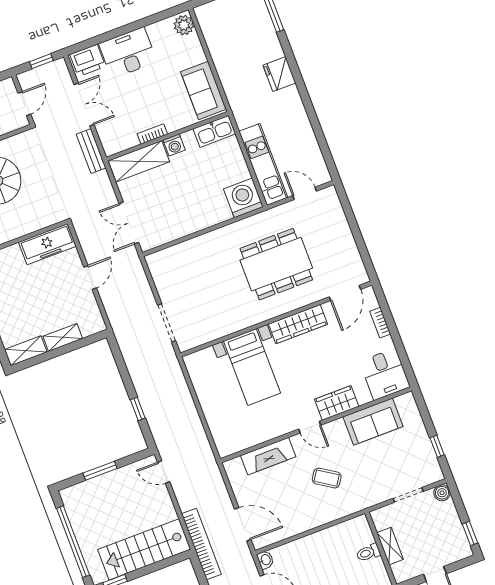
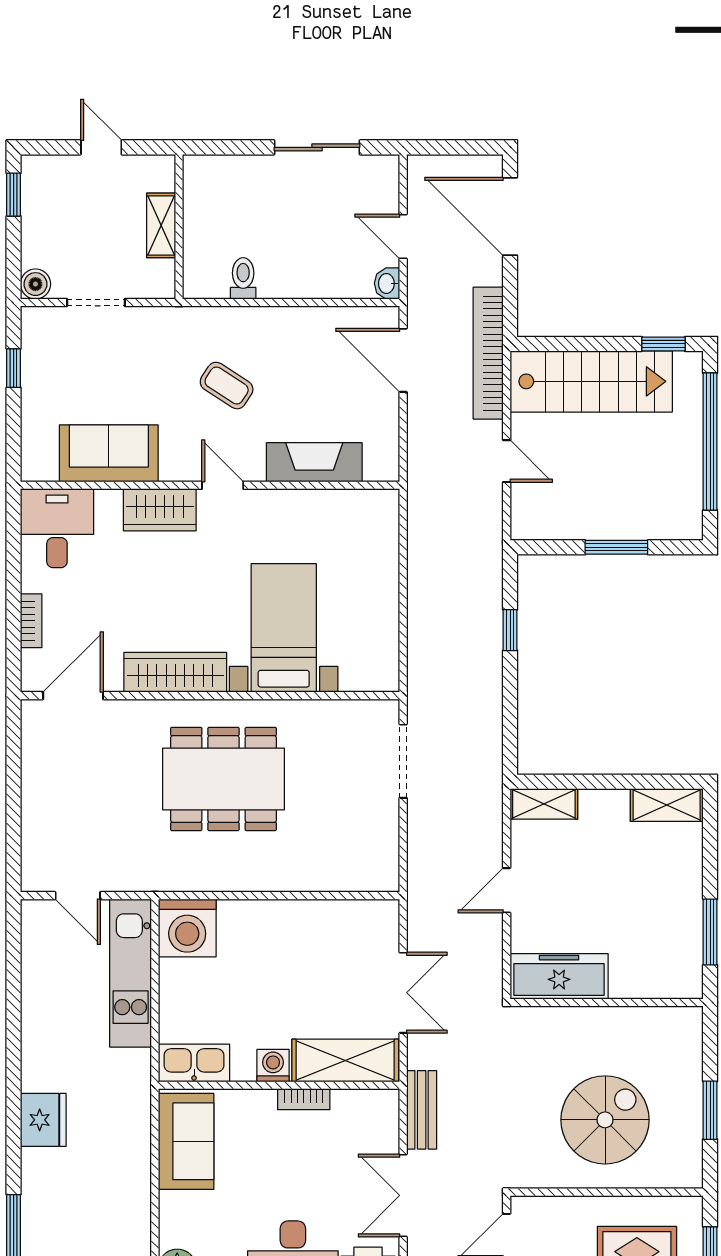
double door: (129, 223) -> (403, 993), moved
dining table: (276, 264) -> (224, 779), moved
shelving: (63, 337) -> (544, 804), moved
door: (164, 472) -> (507, 461), moved
toilet: (368, 553) -> (243, 278), moved, turned -90

